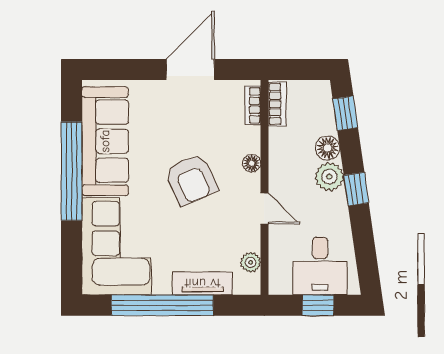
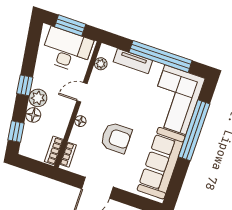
window: (71, 171) -> (194, 130), moved
armchair: (191, 180) -> (116, 138), moved, turned 114
door: (264, 209) -> (82, 92), hinge flipped
desk: (320, 266) -> (67, 50), width x1.37
window: (318, 305) -> (70, 25), width x1.50

